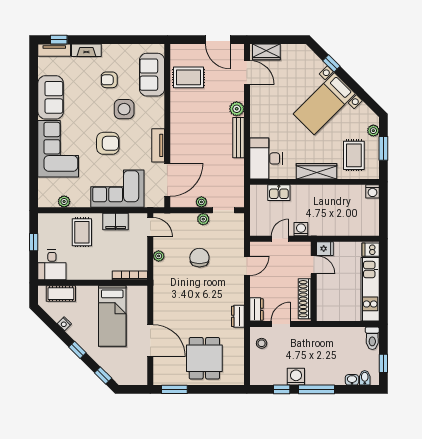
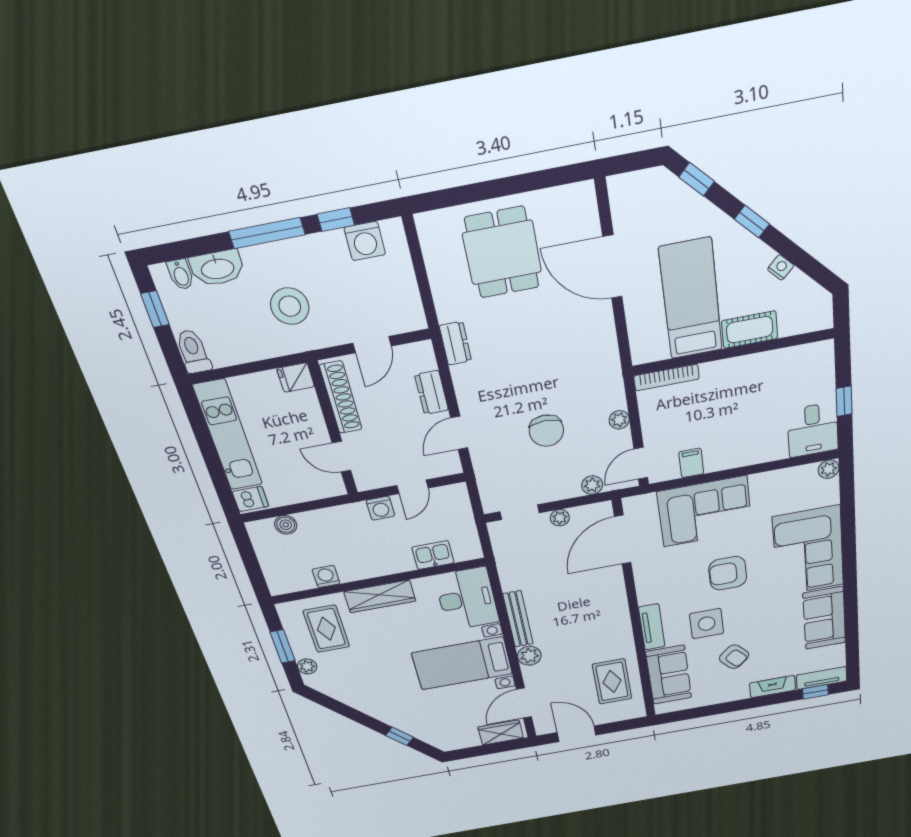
door: (247, 72) -> (524, 703), hinge flipped
rug: (189, 77) -> (612, 681), turned 90
armchair: (109, 80) -> (734, 657), turned 47
bed with nightstands: (324, 104) -> (462, 663), moved, turned -135
tv unit: (158, 145) -> (652, 627), moved
washing machine: (372, 191) -> (326, 577), moved
plant: (64, 202) -> (829, 469), moved
plant: (203, 219) -> (592, 485), moved
filing cabinet: (116, 222) -> (691, 463), width x0.50
door: (150, 227) -> (641, 463), hinge flipped
boiler: (356, 230) -> (286, 525), added
rug: (82, 232) -> (760, 433), removed
fridge: (325, 249) -> (296, 378), moved
desk: (52, 265) -> (813, 430), moved, turned 180
cot: (61, 294) -> (750, 330), moved
dresser: (256, 309) -> (432, 392), moved
stool: (262, 343) -> (290, 306), moved, width x1.89, depth x1.89
washing machine: (296, 377) -> (365, 241), moved
washbasin: (352, 380) -> (217, 268), width x1.91, depth x1.45
window: (174, 389) -> (550, 178), removed

